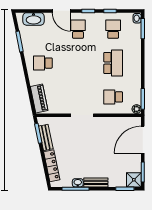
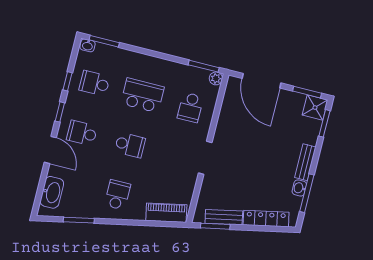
door: (61, 11) -> (50, 150), hinge flipped
school desk: (43, 63) -> (117, 195), turned 180
school desk: (78, 63) -> (130, 145), added

